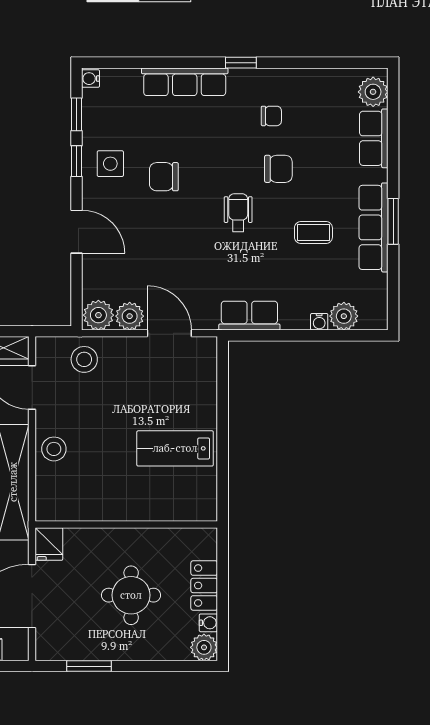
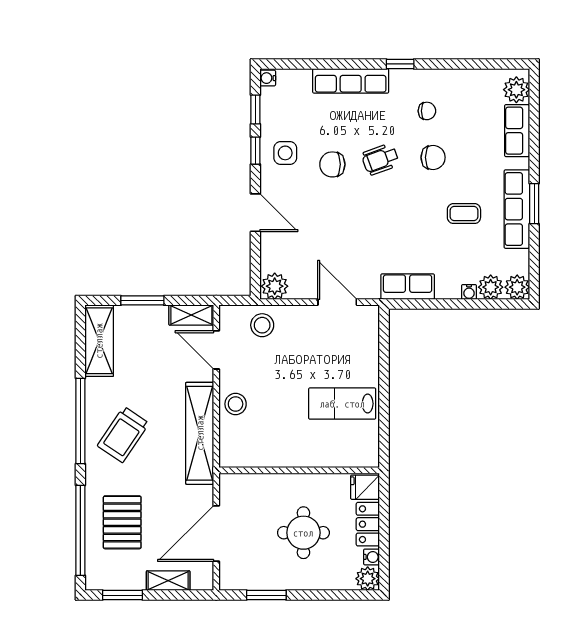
wheelchair: (238, 213) -> (380, 159), moved, turned -110
plant: (130, 316) -> (517, 287), moved
fridge: (49, 544) -> (365, 487), moved, turned 90

